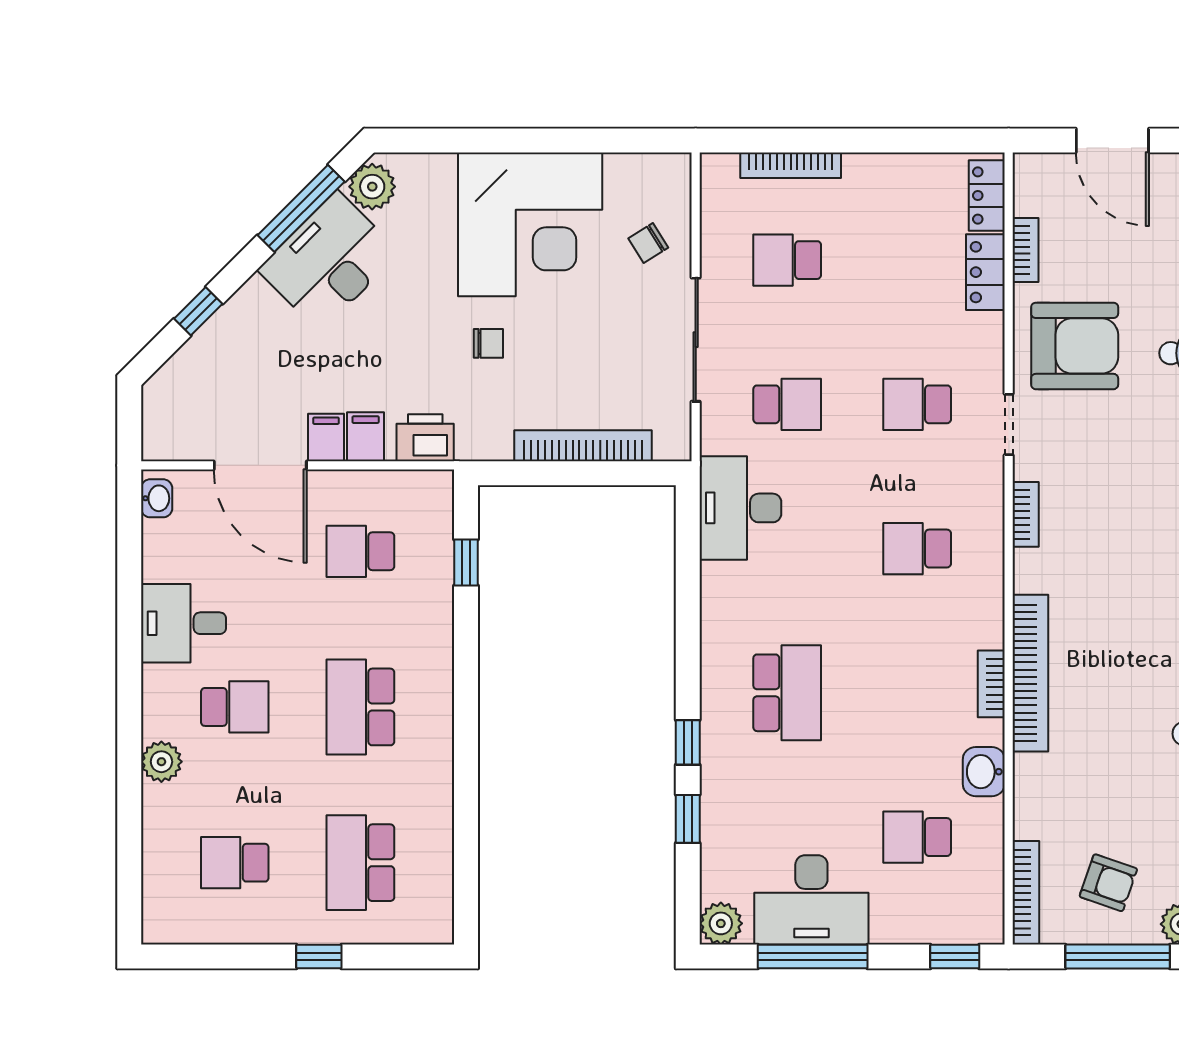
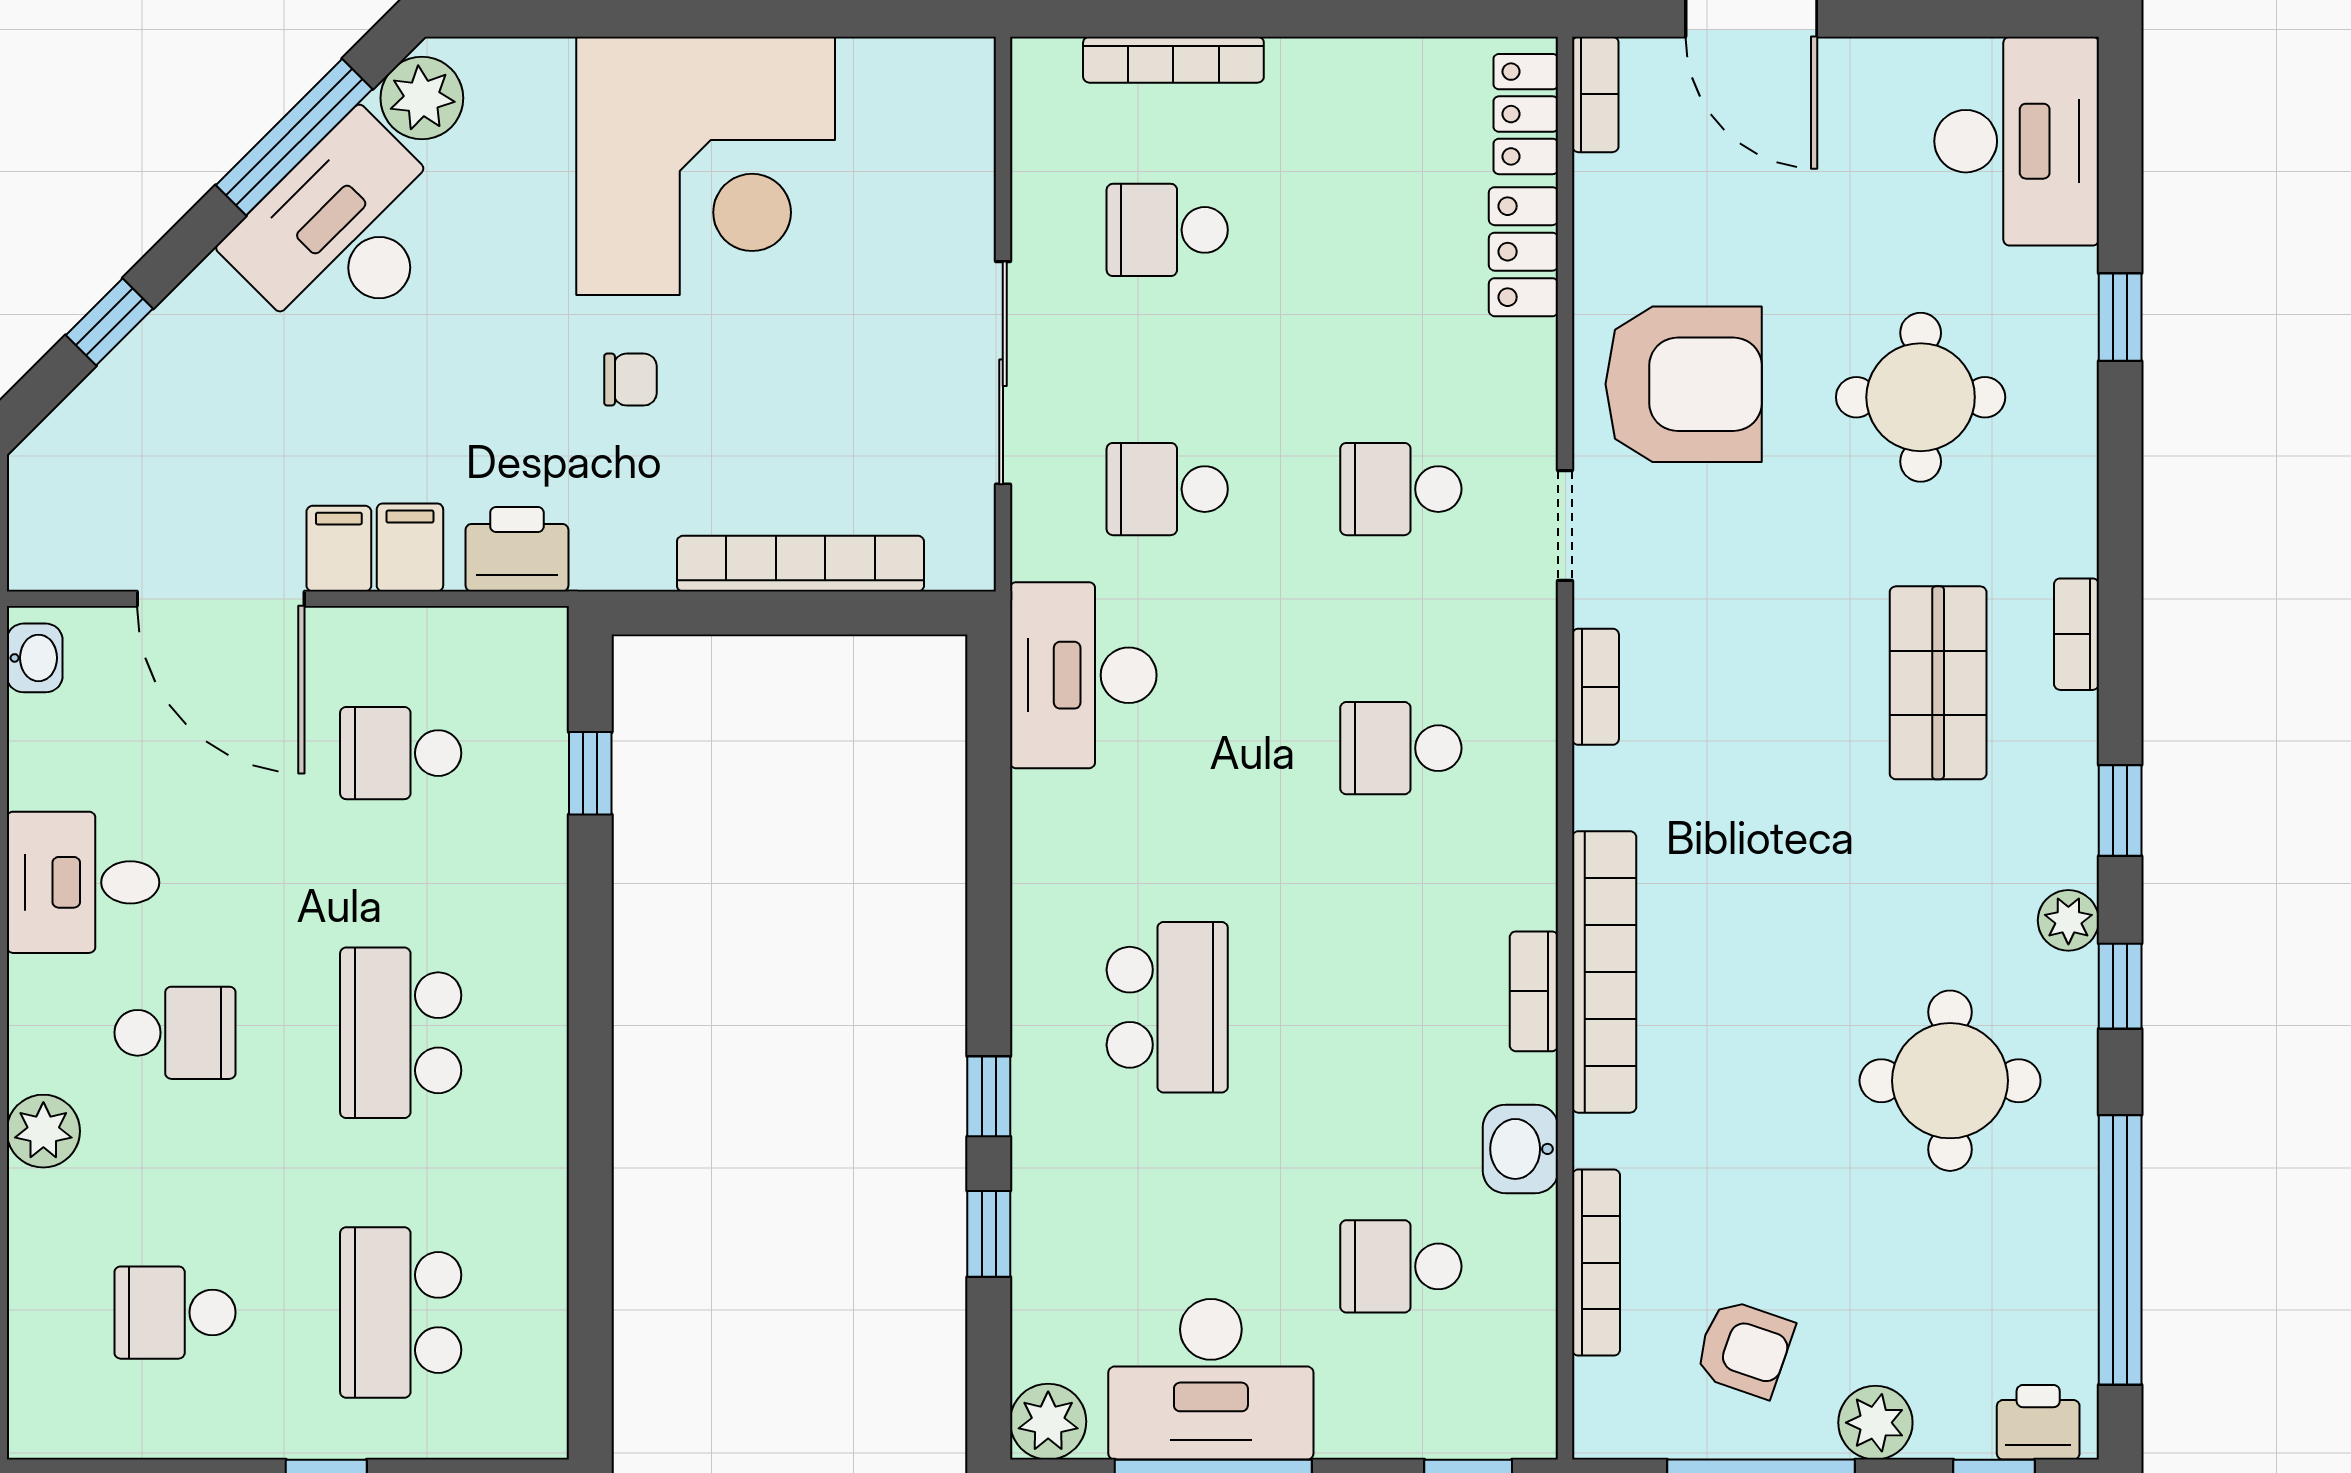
chair: (648, 243) -> (918, 199), removed
bookcase: (1025, 250) -> (1595, 94), moved
school desk: (787, 404) -> (1167, 489), turned 180
bookcase: (1026, 893) -> (1596, 1263), moved

